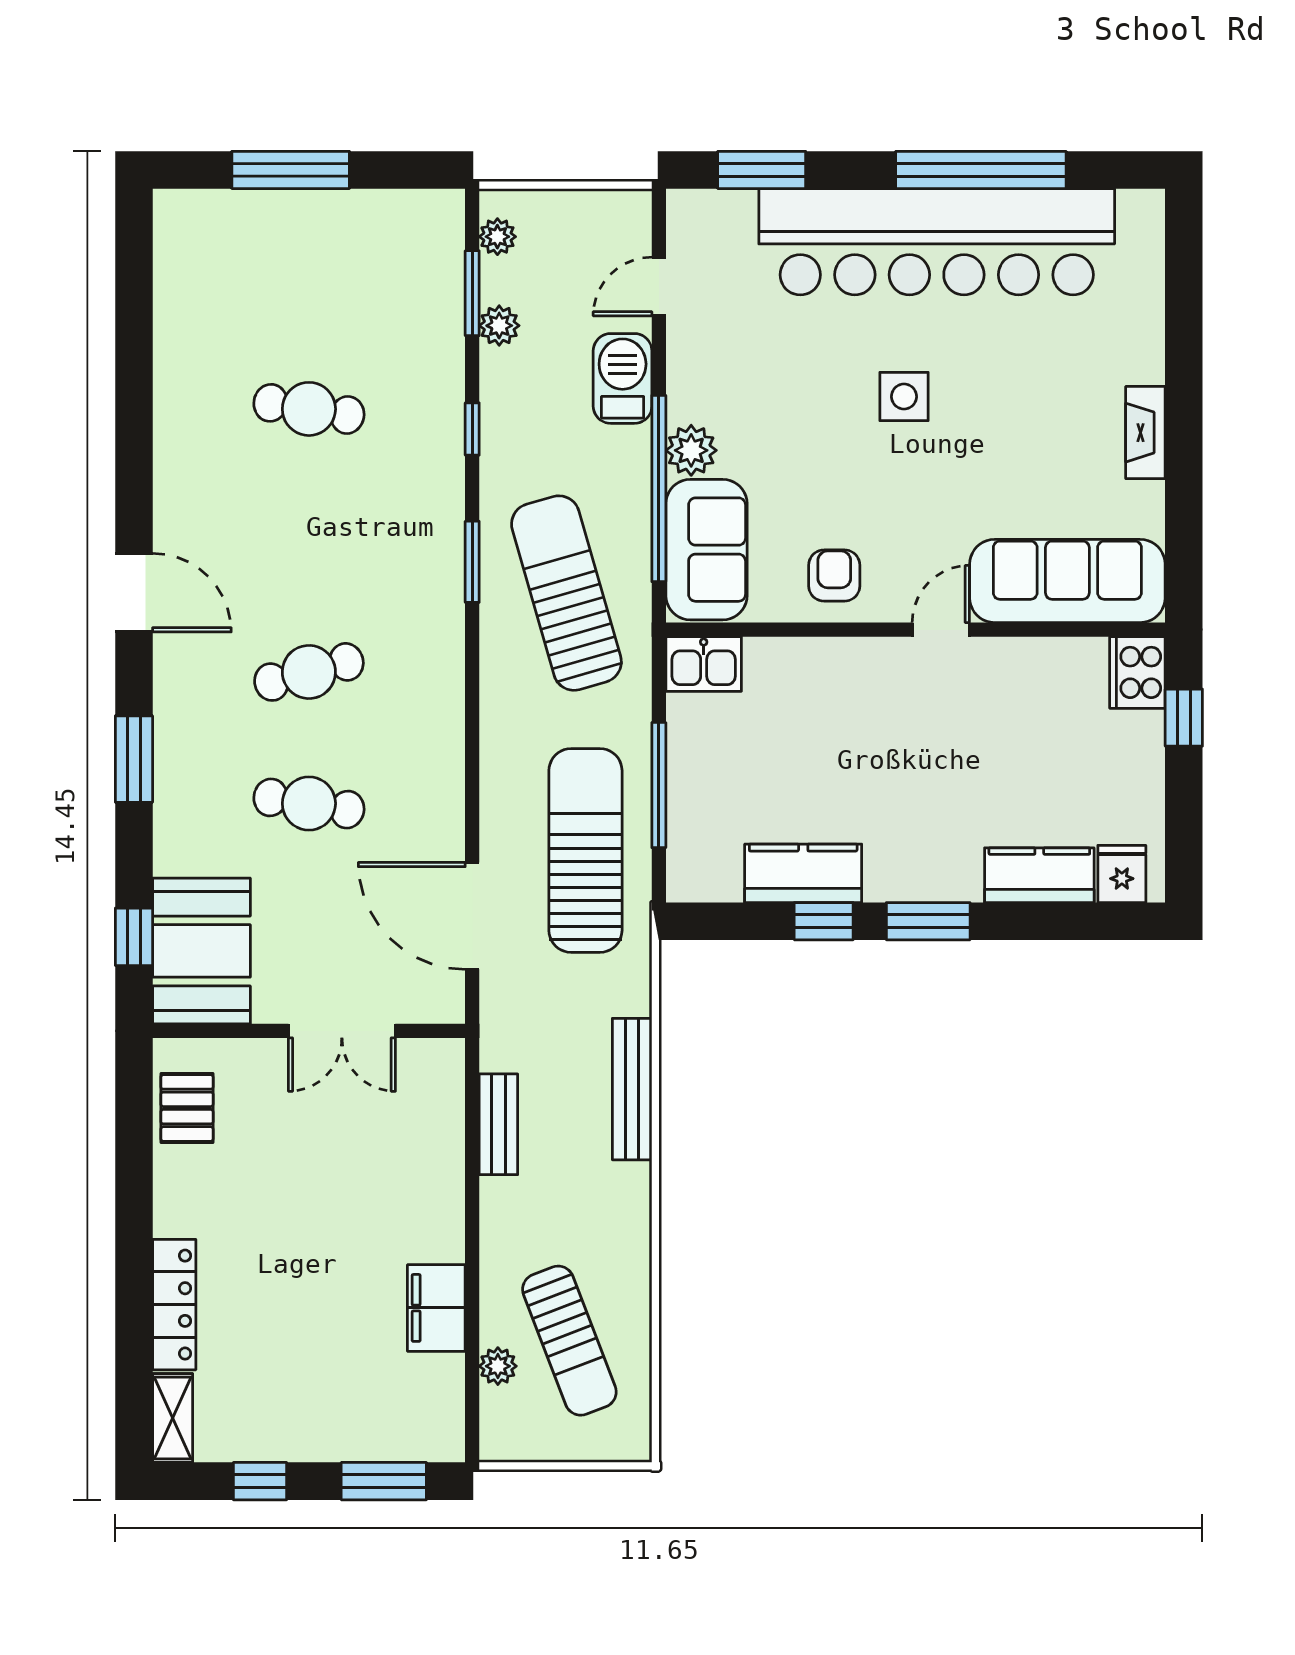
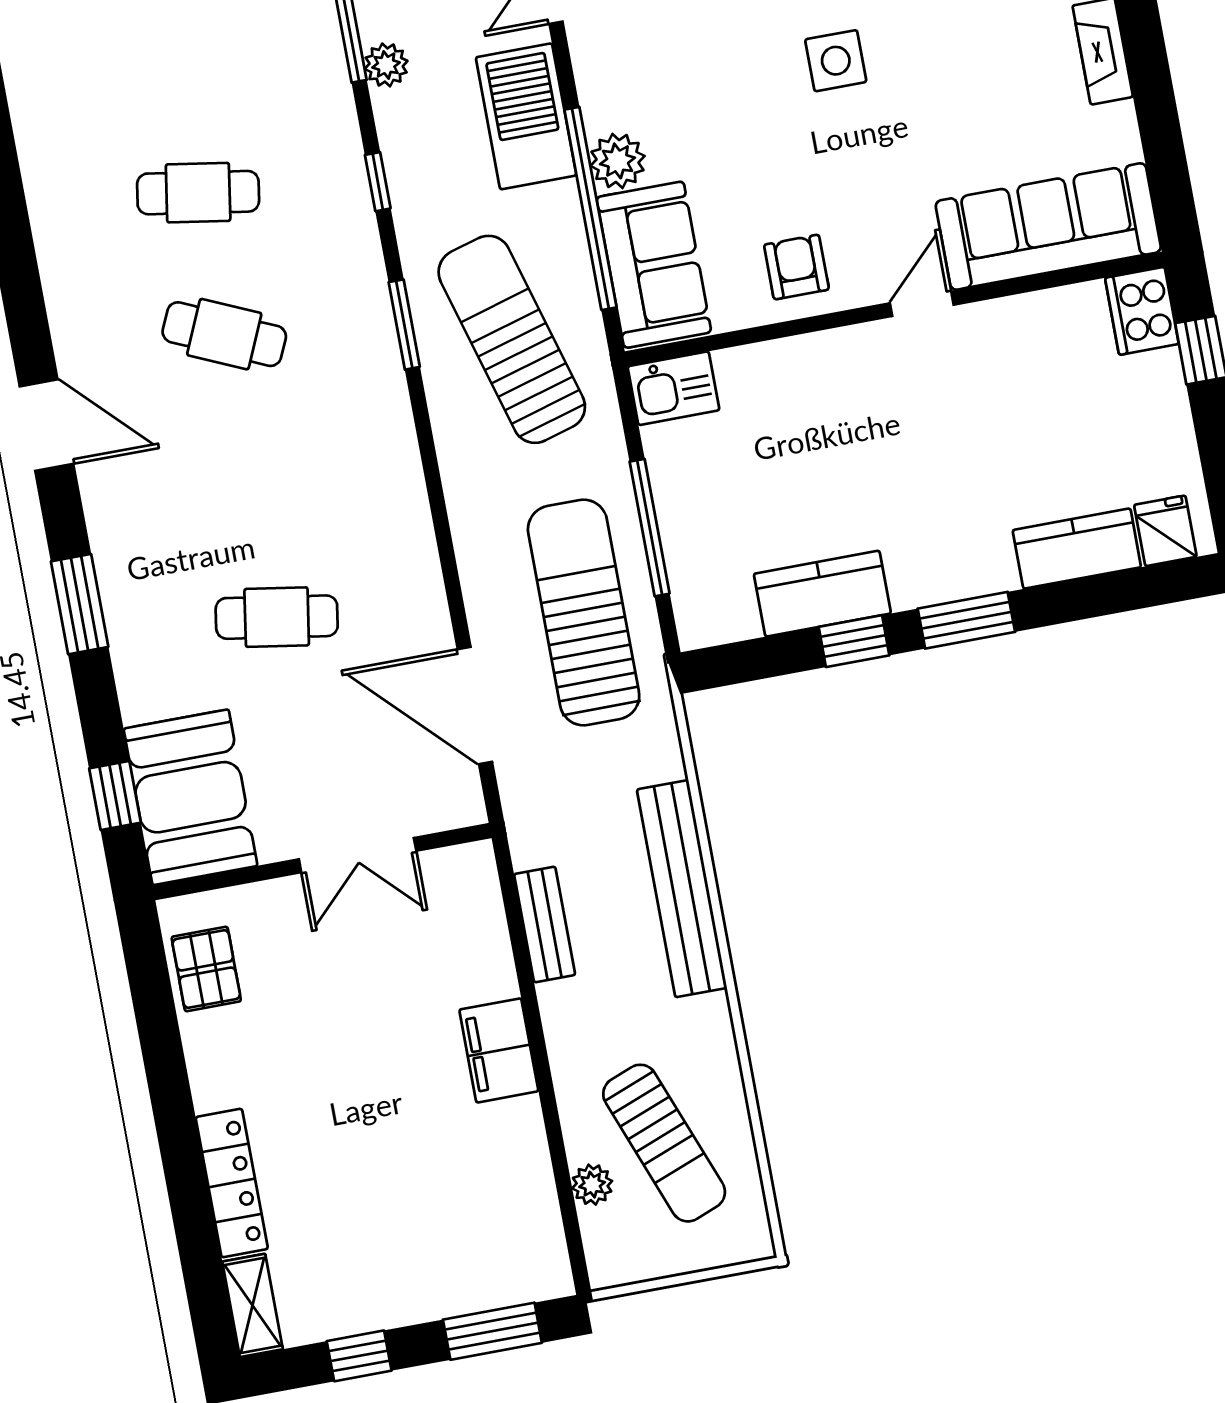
barbecue: (623, 378) -> (526, 116), width x1.37, depth x1.21
cafe table: (309, 672) -> (224, 334), moved, turned 39
bench: (632, 1089) -> (682, 889), width x1.37, depth x1.21
filing cabinet: (436, 1308) -> (499, 1050), moved

